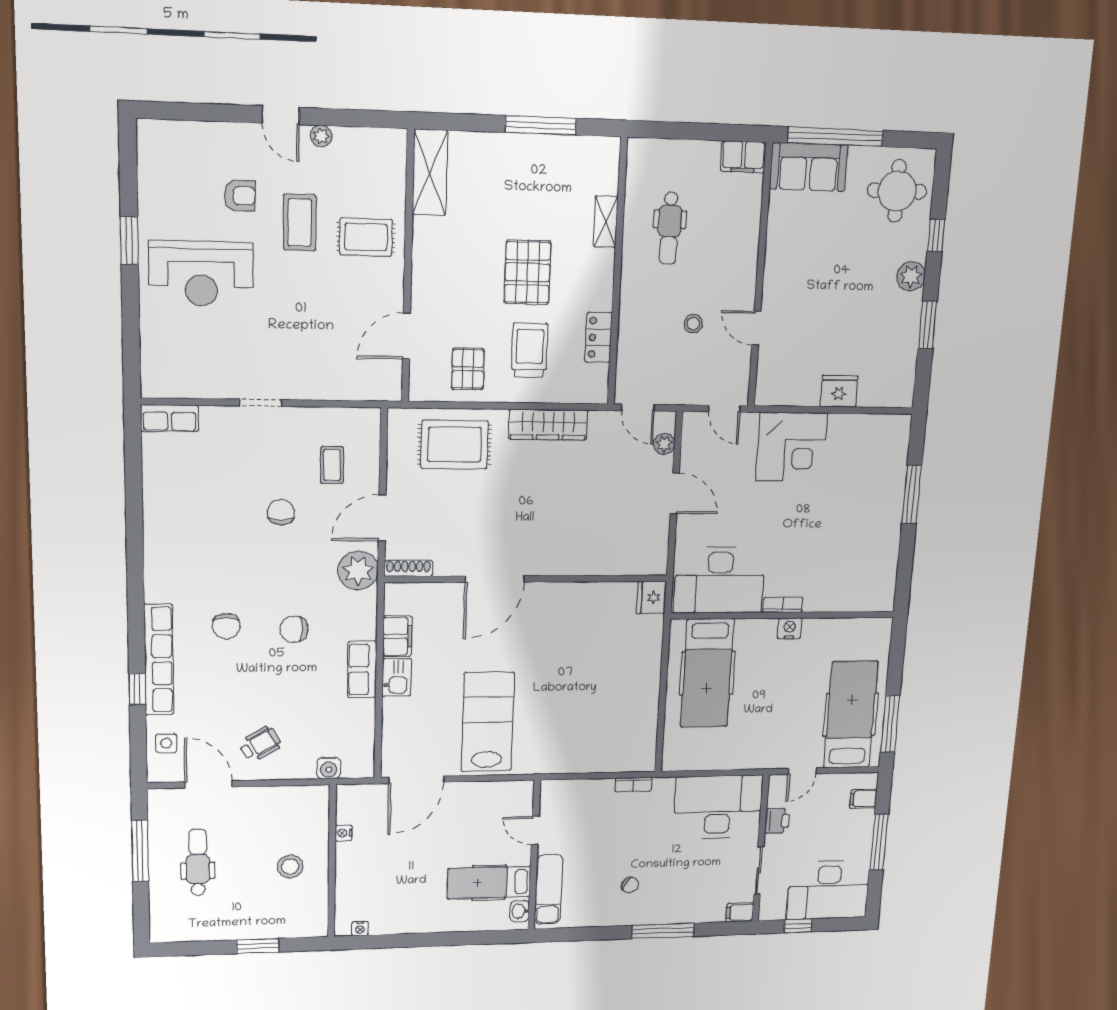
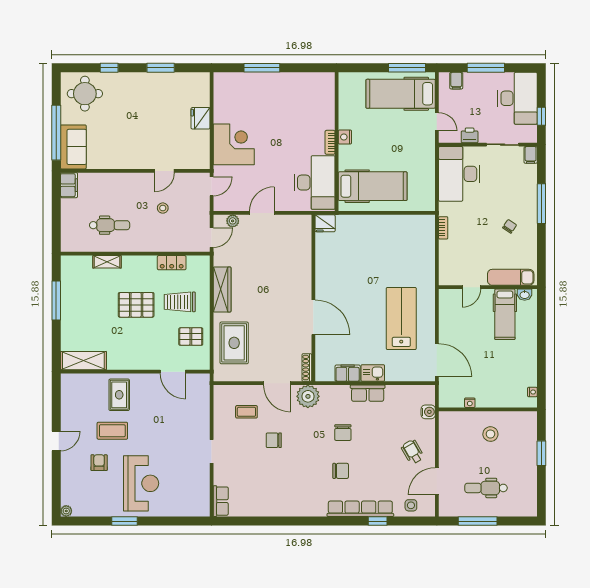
plant: (321, 136) -> (66, 511), moved
plant: (911, 276) -> (133, 81), removed
lab bench: (488, 722) -> (401, 318), turned 90

